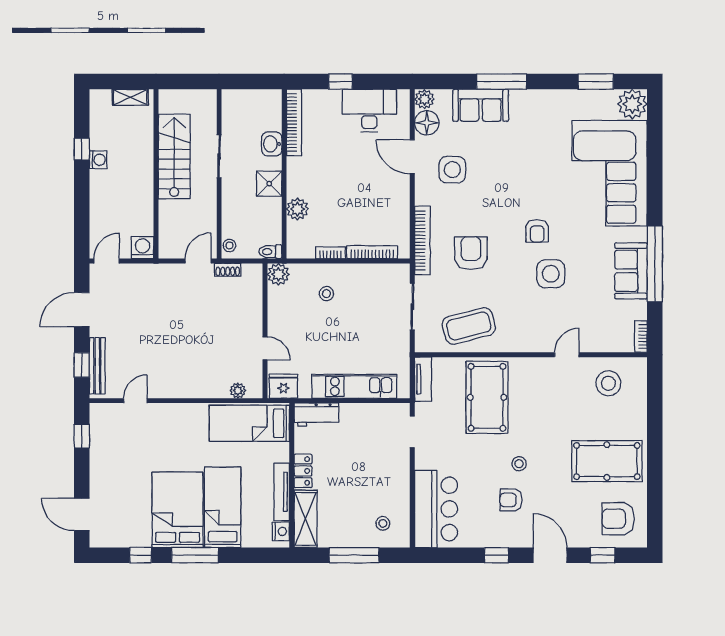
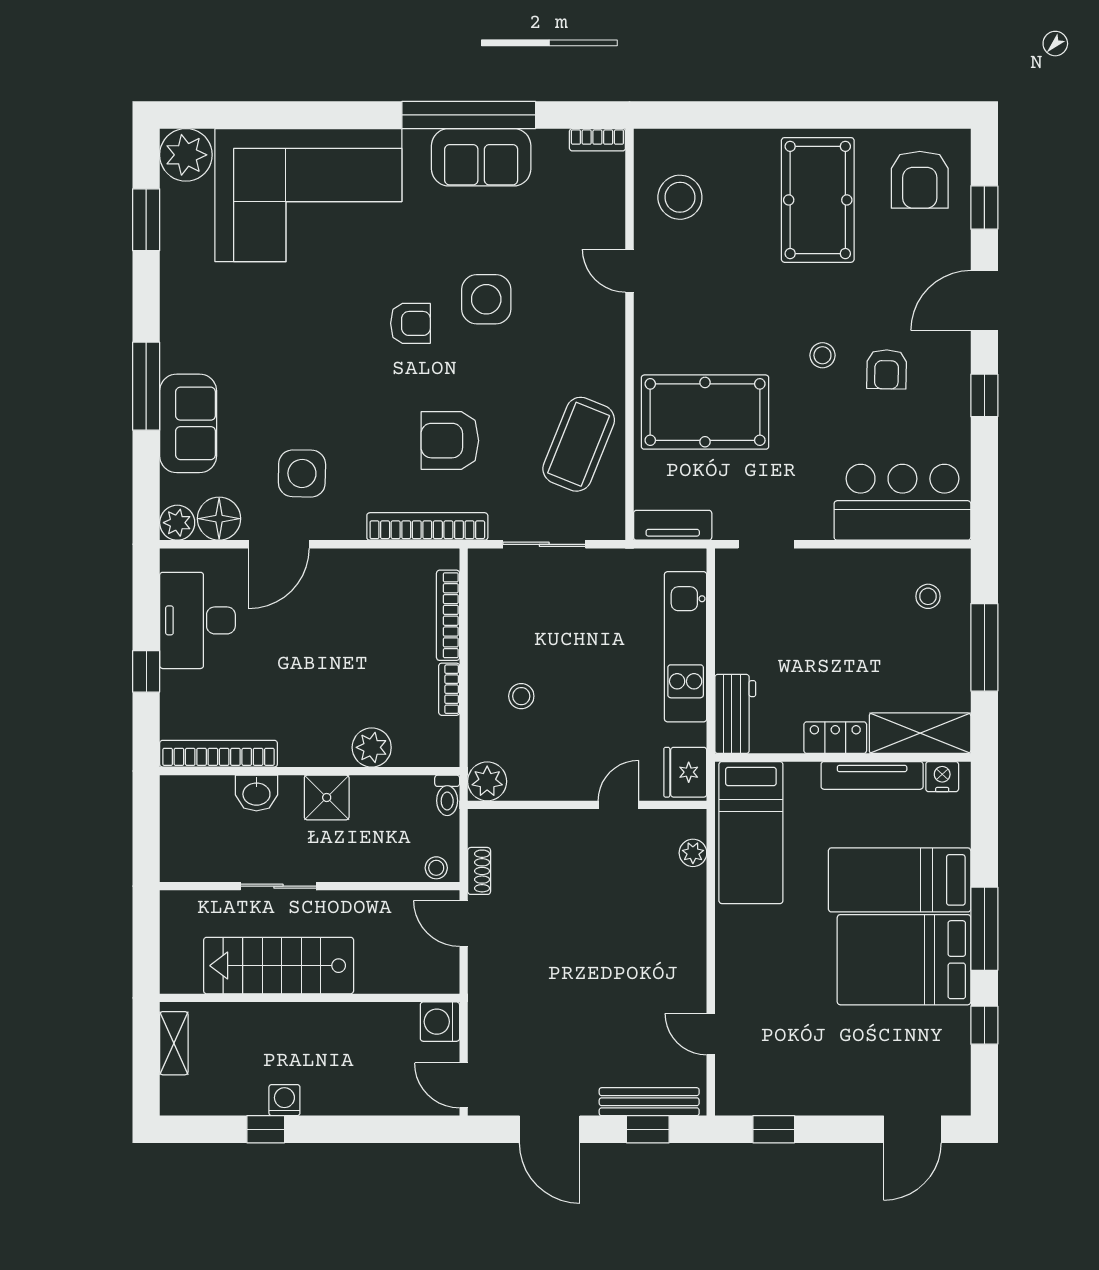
coffee table: (469, 326) -> (579, 444), turned 36

